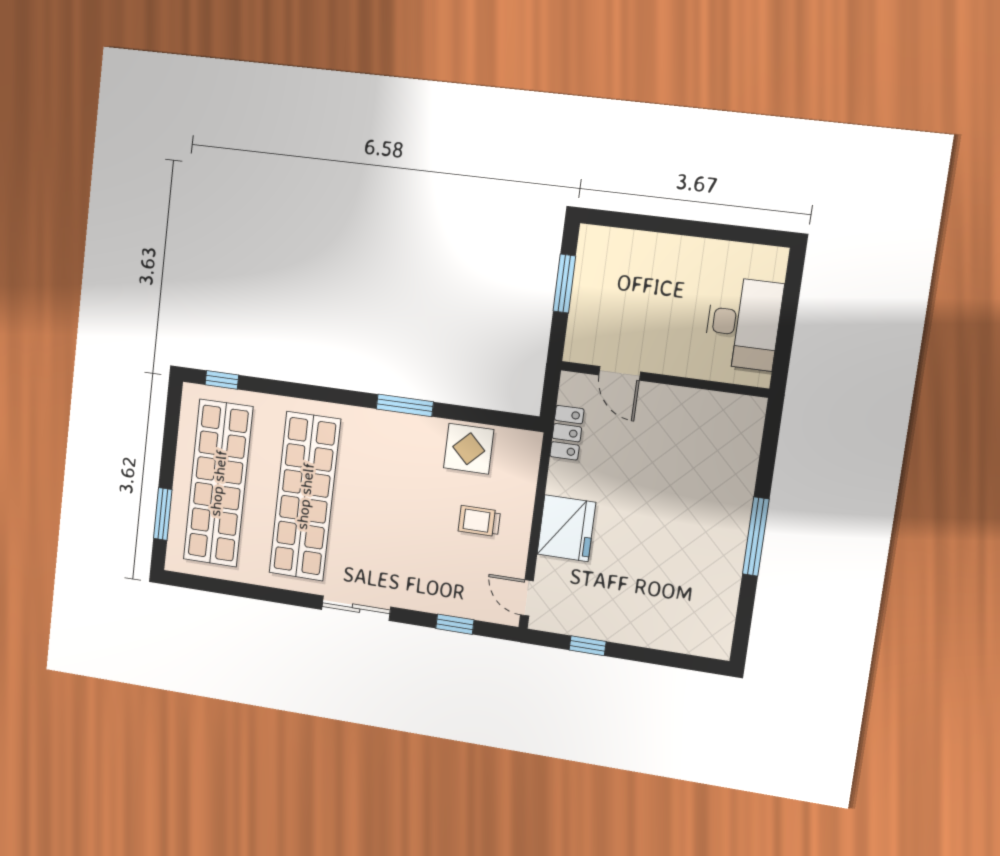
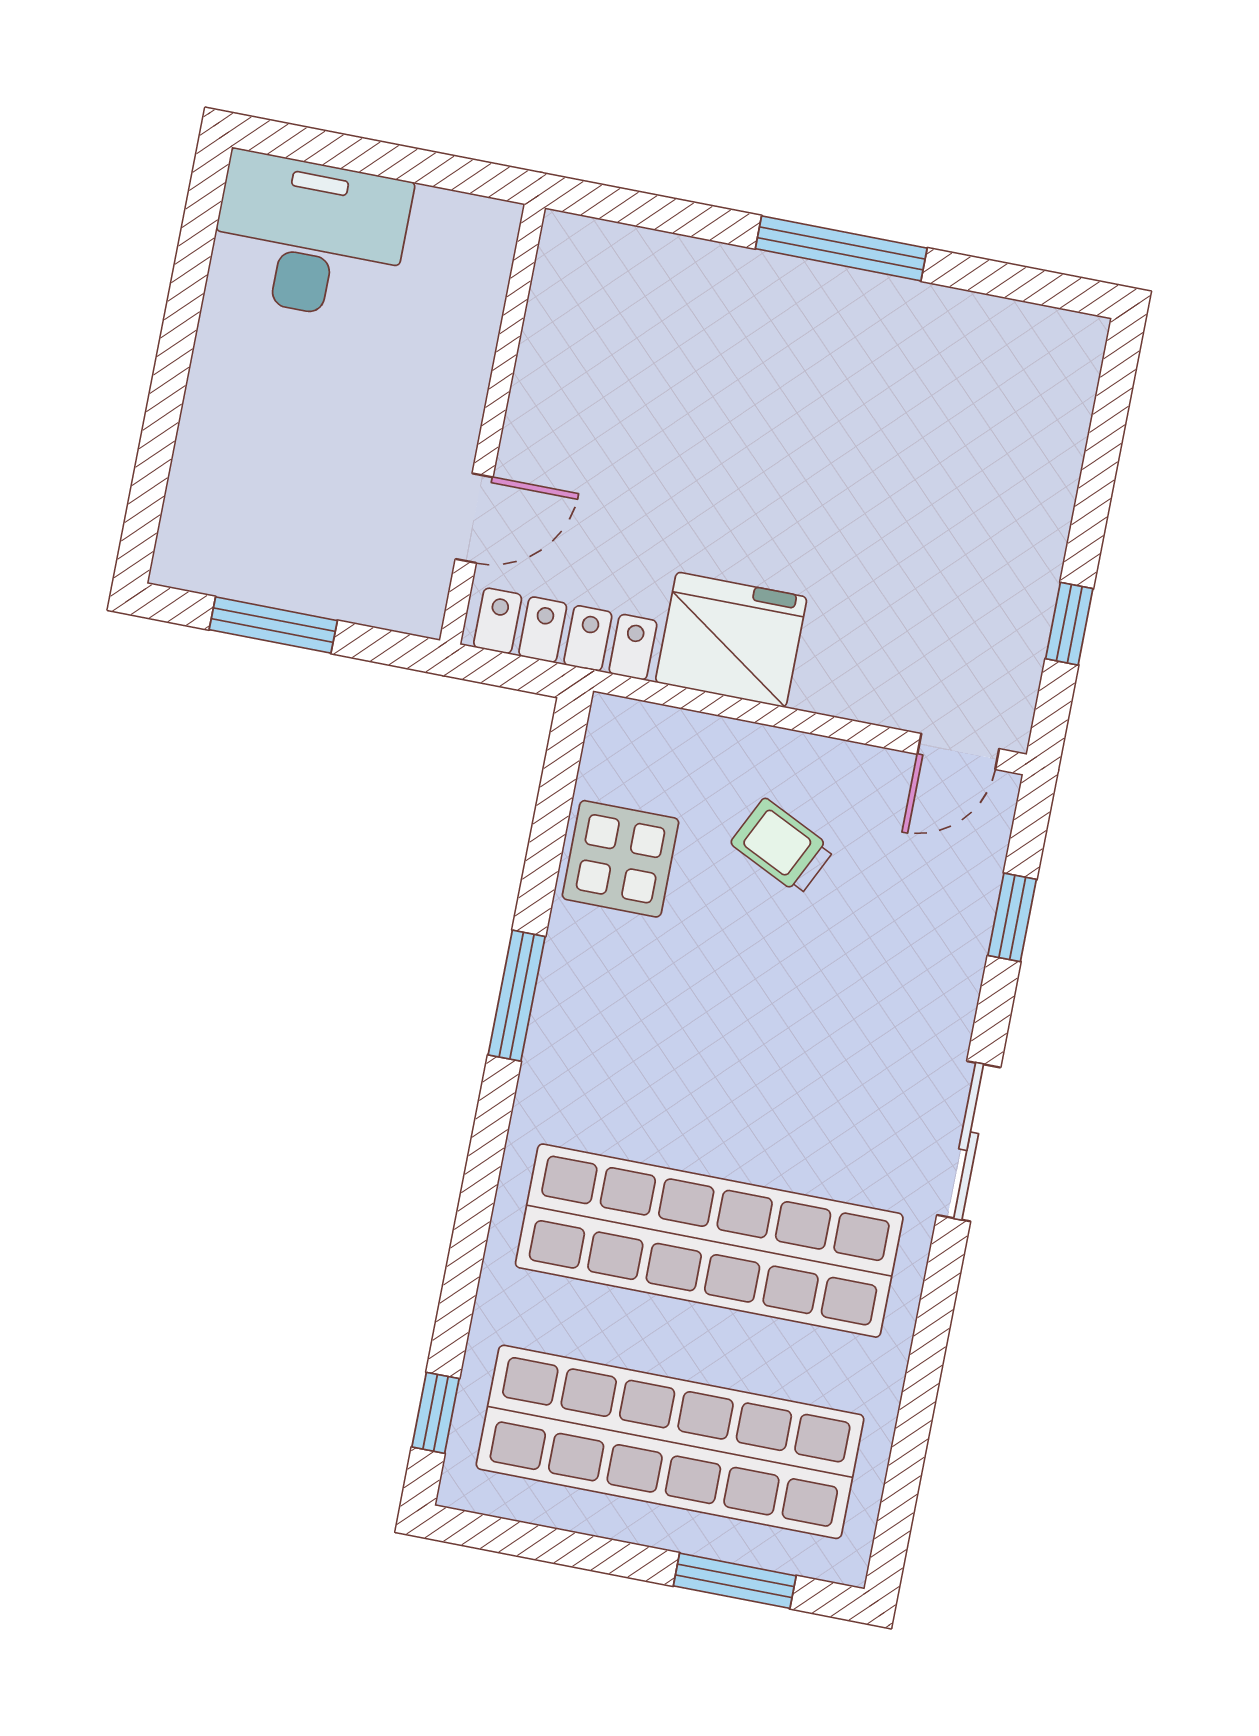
desk: (743, 323) -> (310, 237), moved
locker: (567, 433) -> (565, 634), width x1.53
trolley: (479, 521) -> (782, 846), turned 116
fridge: (566, 528) -> (731, 640), moved

